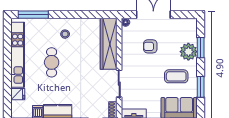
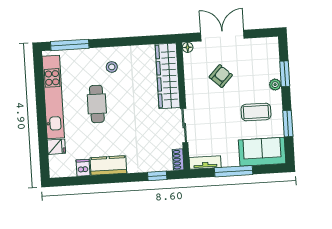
armchair: (150, 46) -> (221, 76), turned 133
plant: (188, 52) -> (275, 85), width x0.53, depth x0.53

